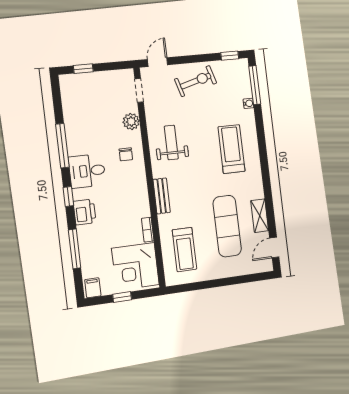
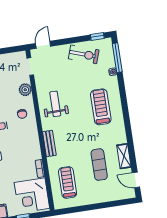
exercise bike: (196, 81) -> (84, 54), moved, turned 35
exercise mat: (227, 226) -> (99, 165), width x0.73, depth x0.69
door: (274, 248) -> (136, 180), hinge flipped
treadmill: (184, 249) -> (68, 182), turned 180

